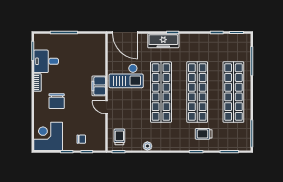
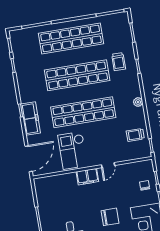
checkout: (126, 76) -> (73, 150), turned 180
trolley: (119, 137) -> (135, 135), moved
plant: (147, 146) -> (138, 102), moved

